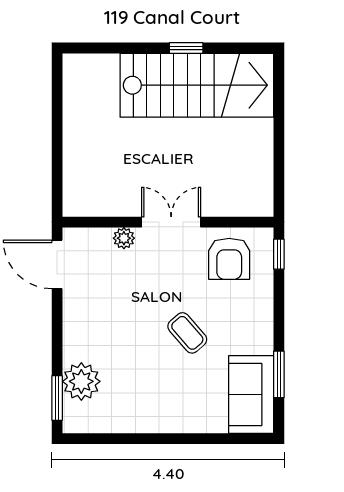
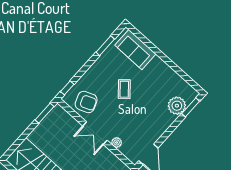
window: (279, 182) -> (44, 113), added
armchair: (229, 259) -> (86, 102), turned 69
sofa: (251, 395) -> (135, 50), moved, turned 90

